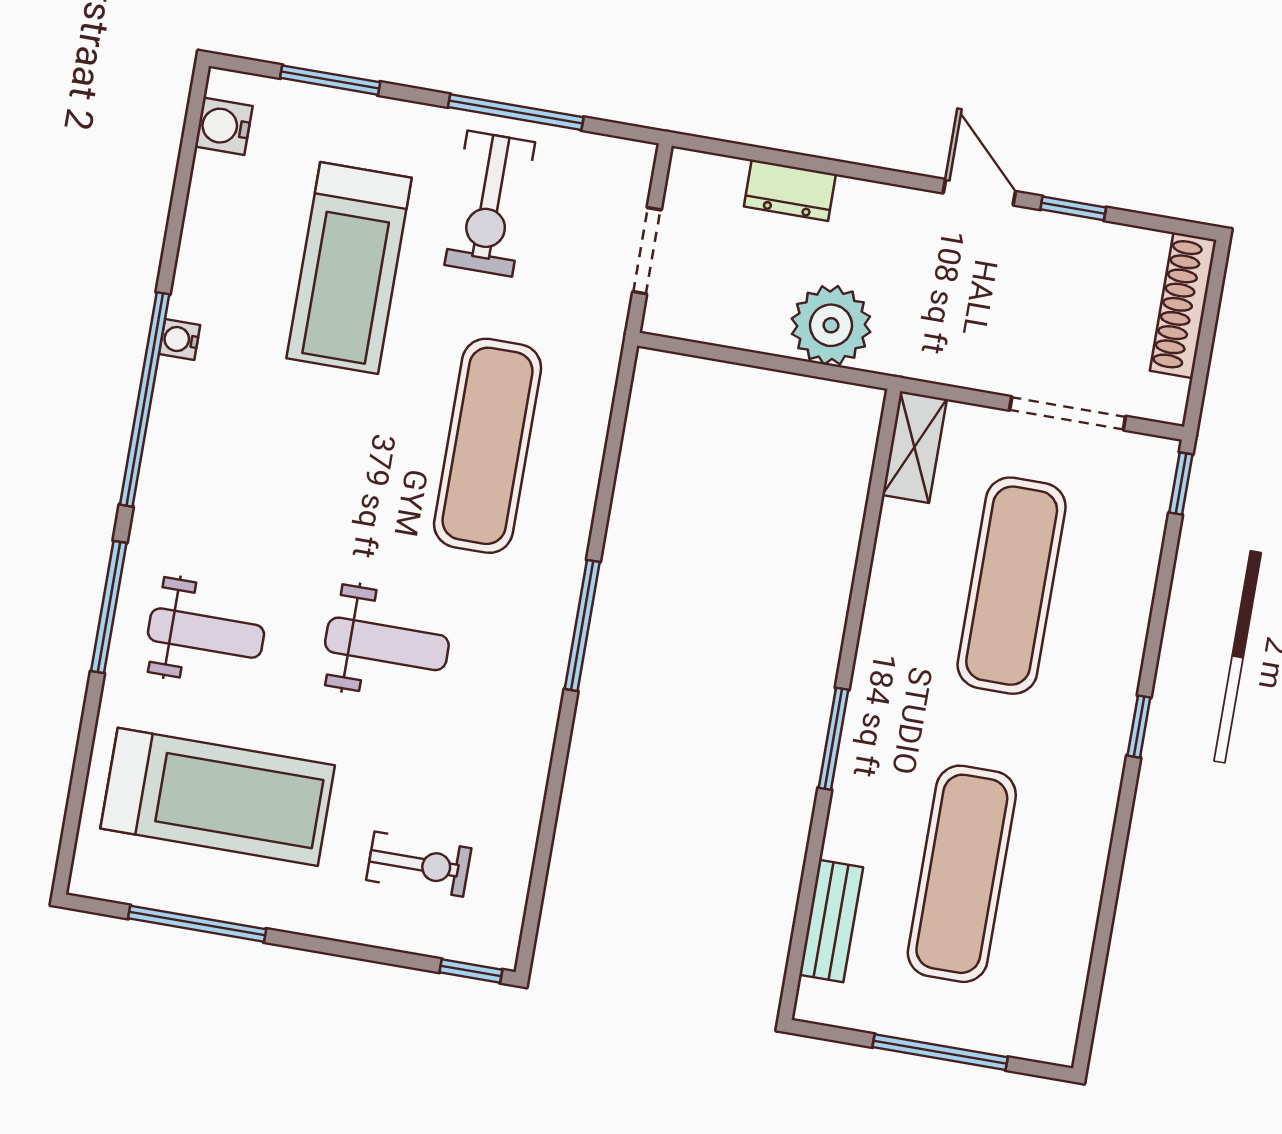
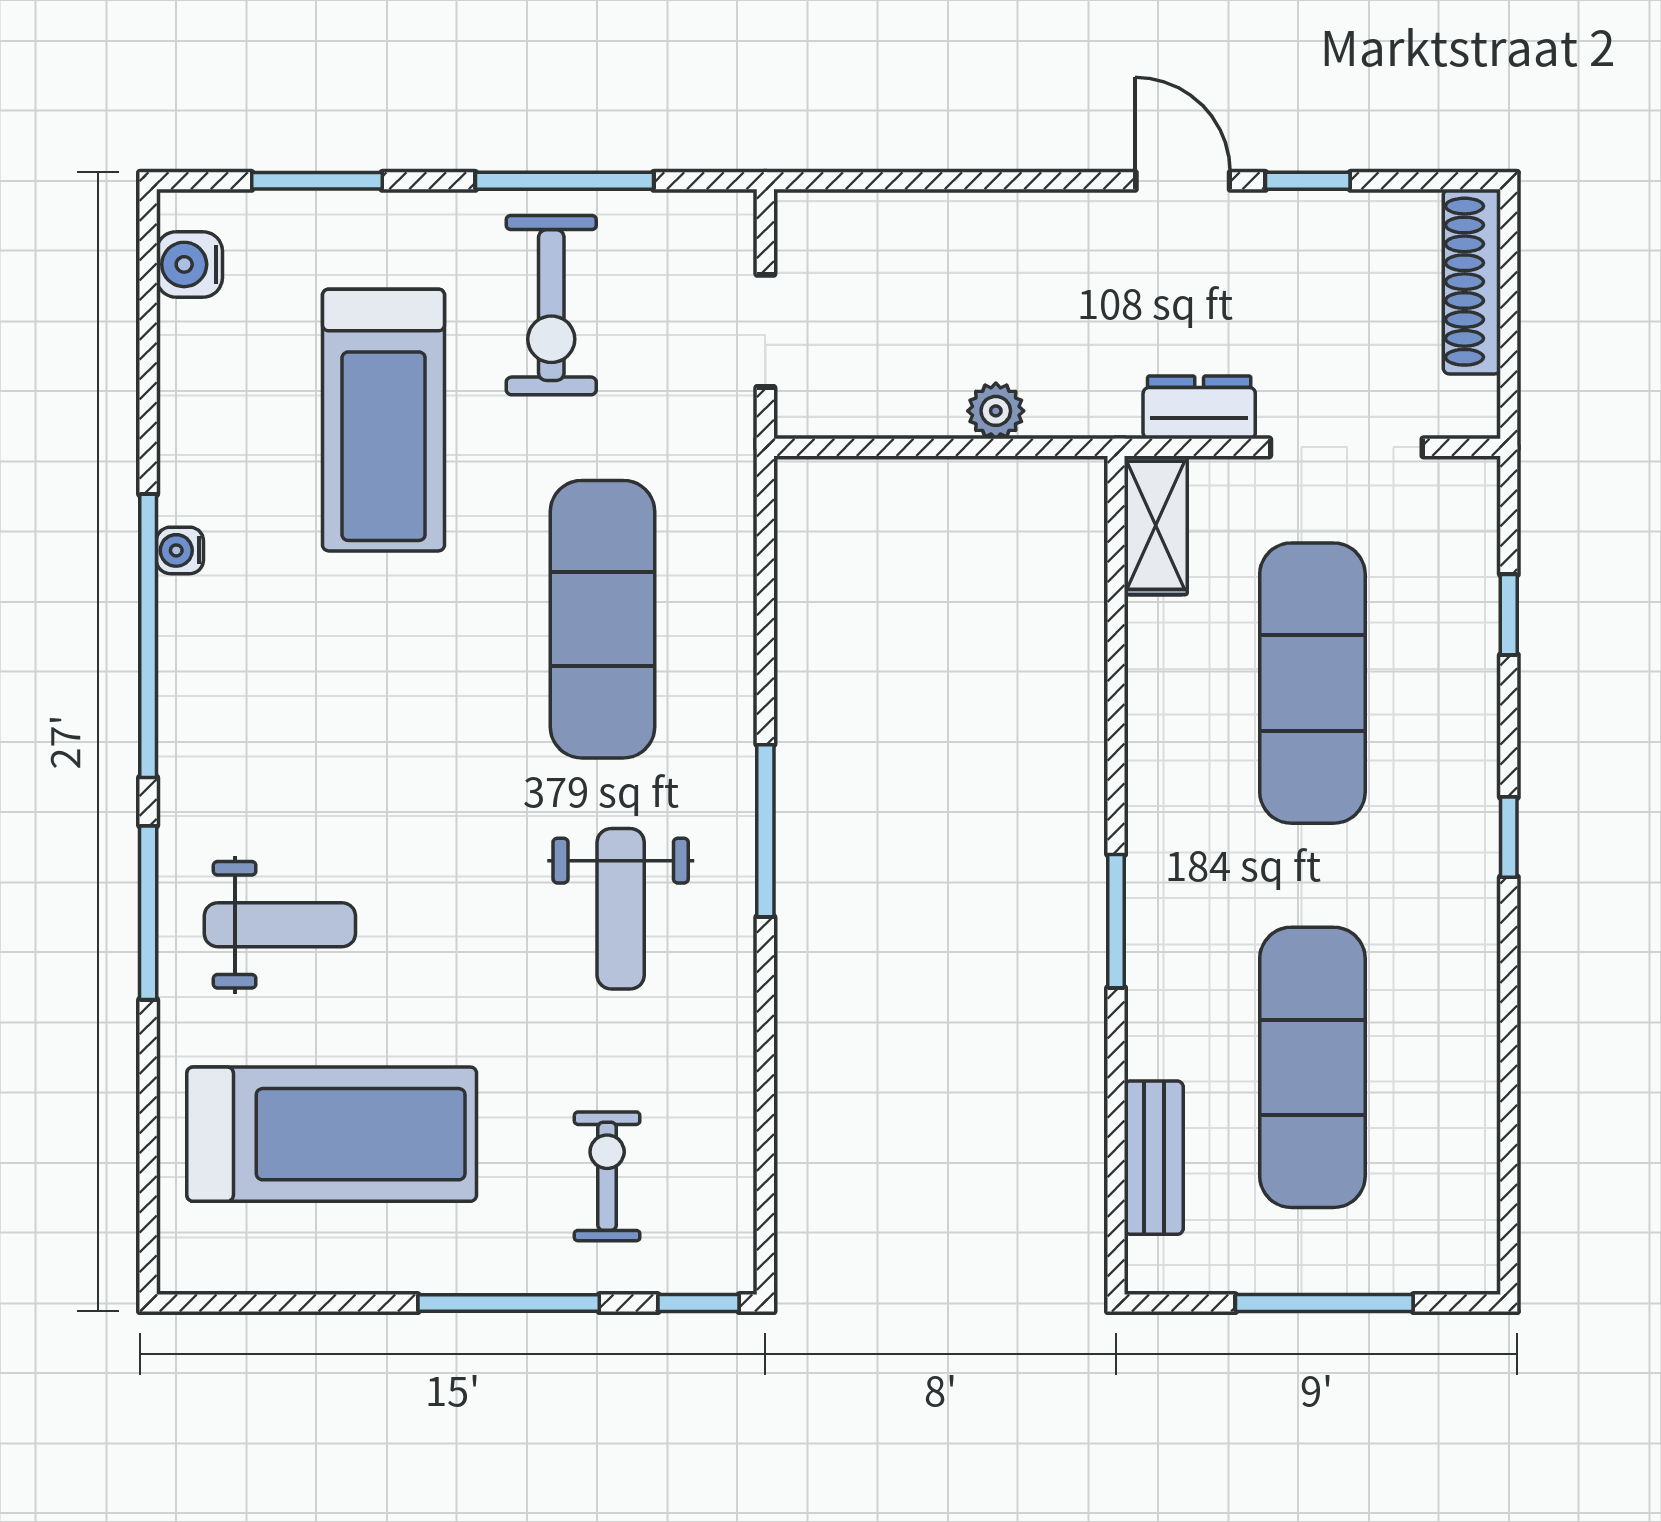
dresser: (790, 190) -> (1199, 407), moved, turned 180
plant: (831, 325) -> (996, 411), width x0.53, depth x0.53
window: (1181, 484) -> (1509, 615), moved
weight bench: (387, 644) -> (621, 909), moved, turned 90
exercise bike: (419, 864) -> (607, 1176), turned -90
window: (197, 924) -> (509, 1303), moved

